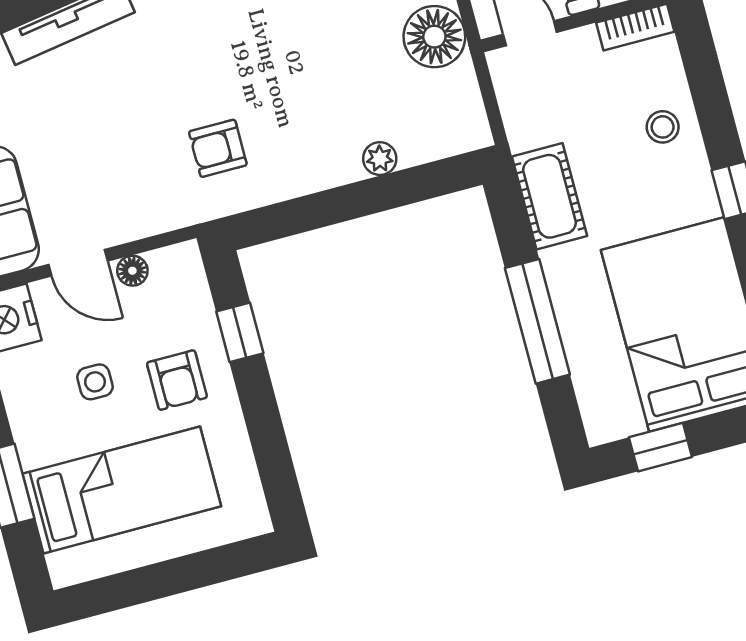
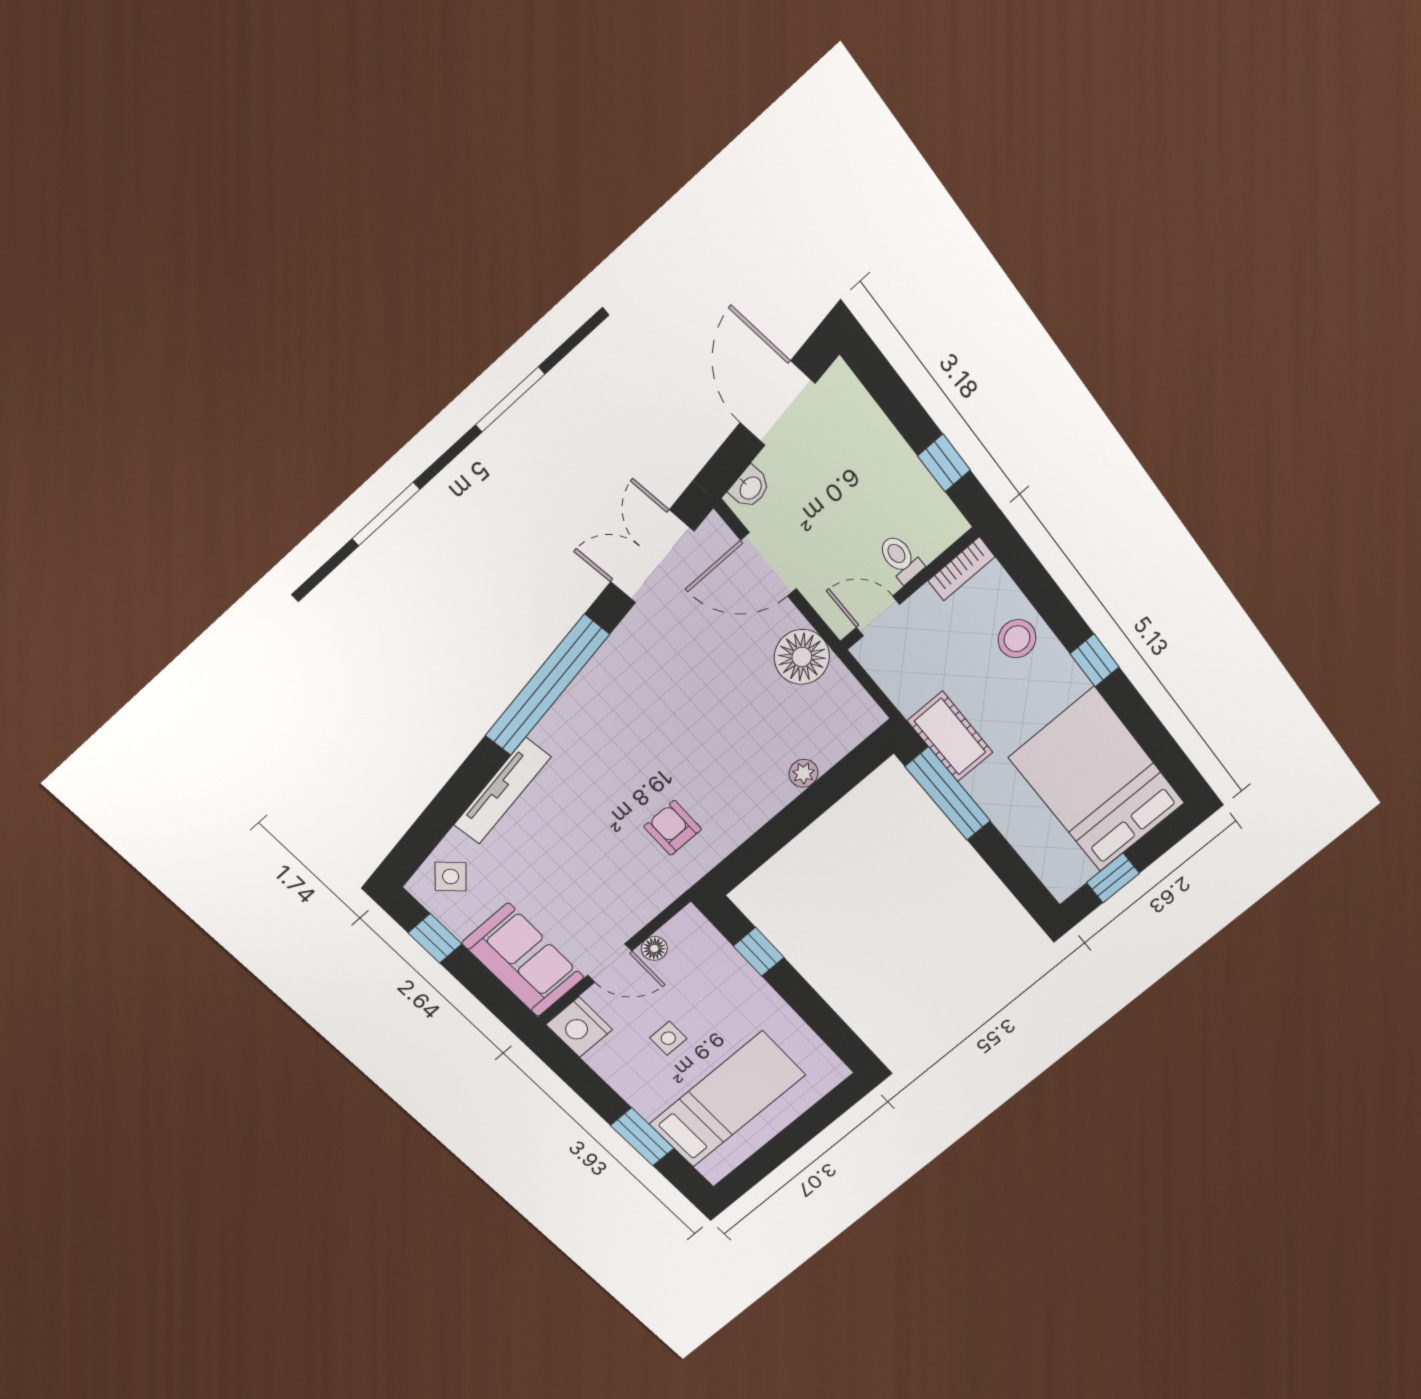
stool: (663, 127) -> (1017, 639), width x1.37, depth x1.37
armchair: (218, 148) -> (673, 828), turned 90
window: (537, 321) -> (948, 794), moved
armchair: (177, 380) -> (729, 1007), removed

